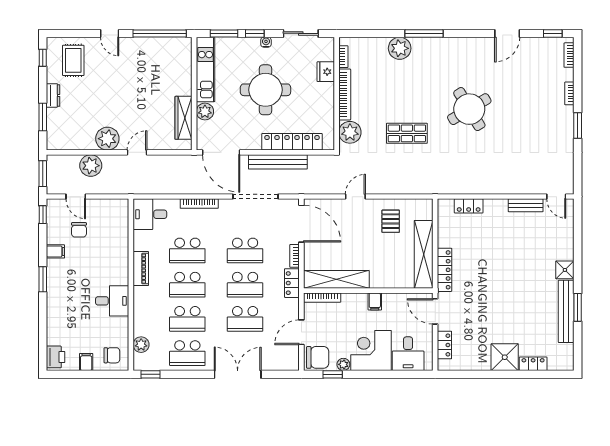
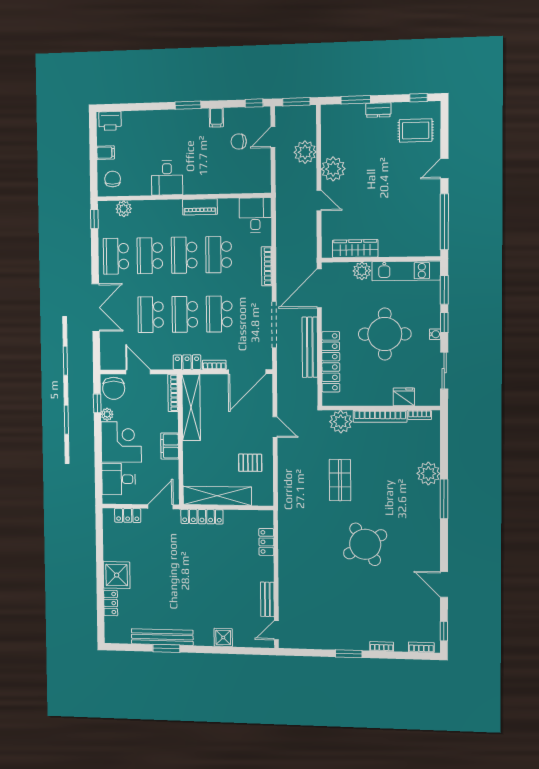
shower: (565, 270) -> (223, 637), moved
filing cabinet: (375, 301) -> (170, 446), width x2.00
chair: (112, 355) -> (113, 179), turned 180

